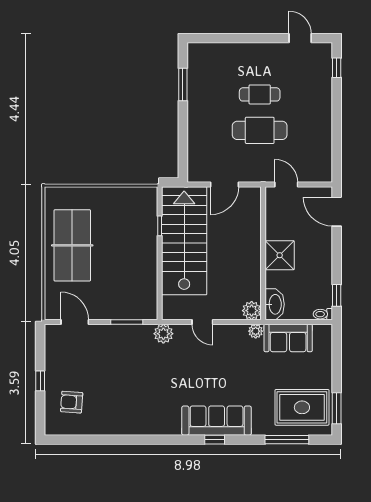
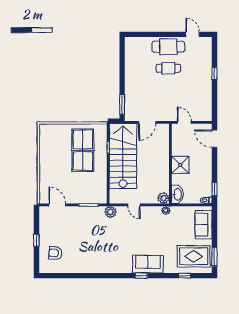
window: (337, 68) -> (214, 73), moved
window: (183, 84) -> (122, 105), moved
cafe table: (260, 130) -> (168, 47), moved
table tennis table: (72, 245) -> (83, 150), moved
sofa: (288, 338) -> (204, 225), moved, turned 90
sofa: (217, 421) -> (148, 264), width x0.73
window: (287, 440) -> (185, 276), width x0.46

